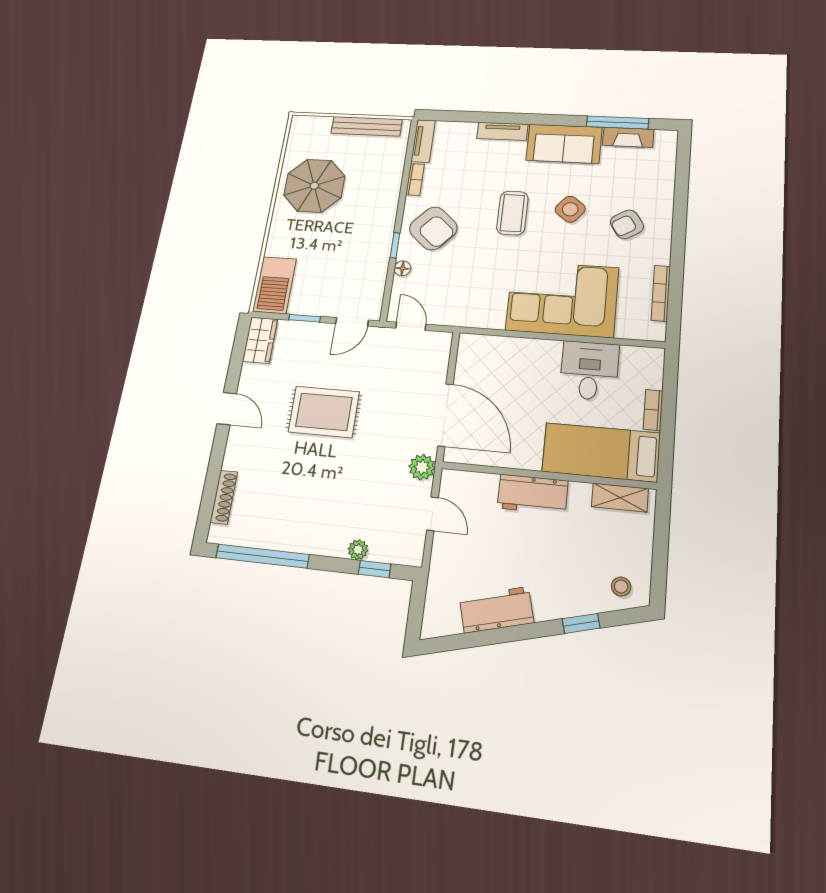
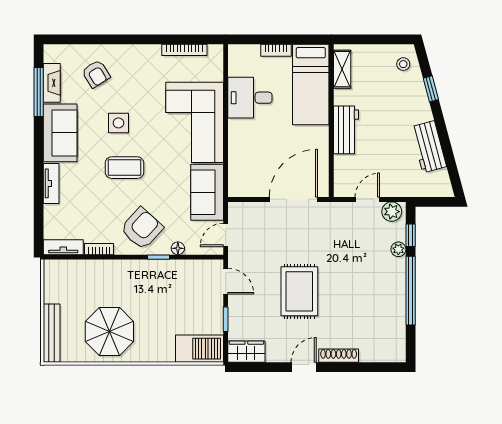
bench: (367, 126) -> (52, 333), moved
side table: (570, 209) -> (118, 123), turned -38
armchair: (627, 224) -> (96, 74), moved
sofa: (469, 308) -> (207, 192), added
plant: (422, 467) -> (392, 212), moved
shoe rack: (224, 497) -> (339, 356), moved
window: (262, 556) -> (411, 291), moved

